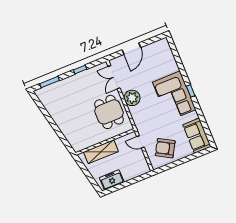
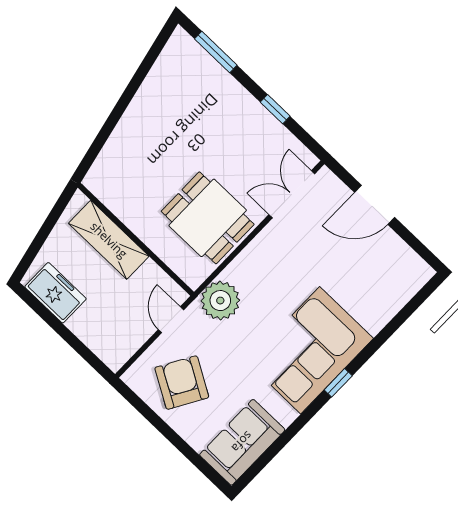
plant: (132, 98) -> (220, 301), moved
dining table: (109, 112) -> (208, 218), turned 90

